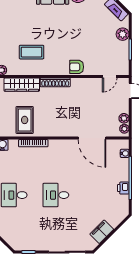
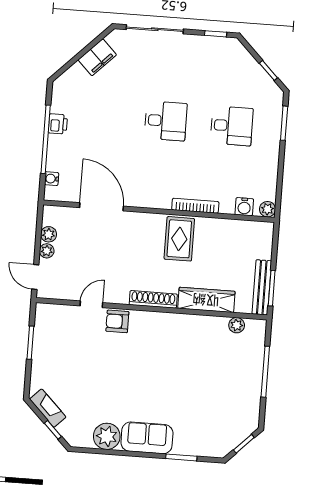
plant: (123, 34) -> (41, 368), removed
coffee table: (32, 52) -> (187, 350), removed
armchair: (77, 67) -> (117, 321), turned 180
door: (110, 76) -> (91, 304), moved
rug: (25, 120) -> (179, 239), moved
plant: (124, 129) -> (47, 251), moved

